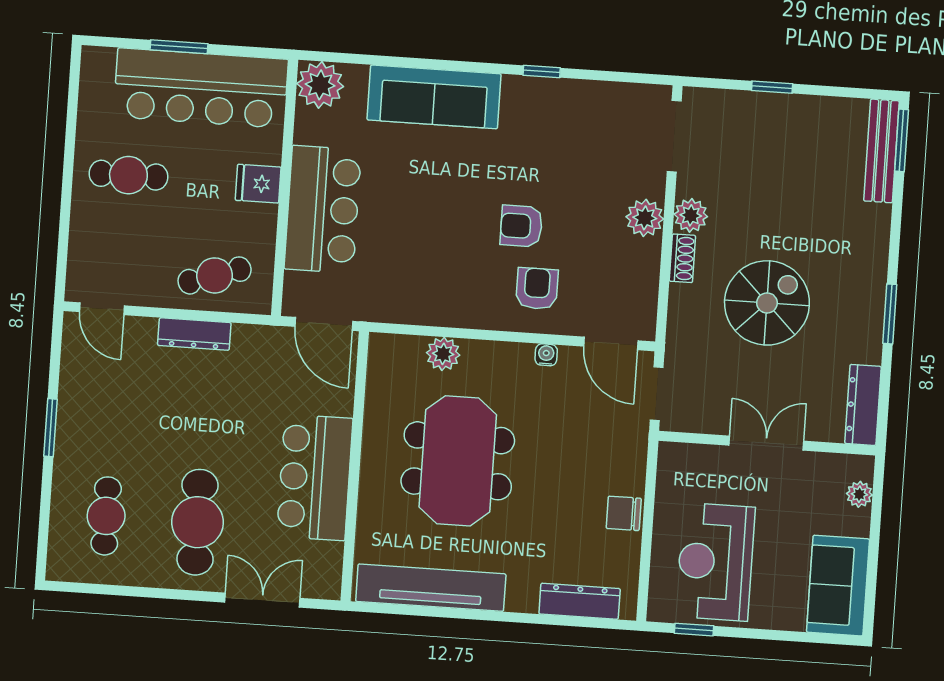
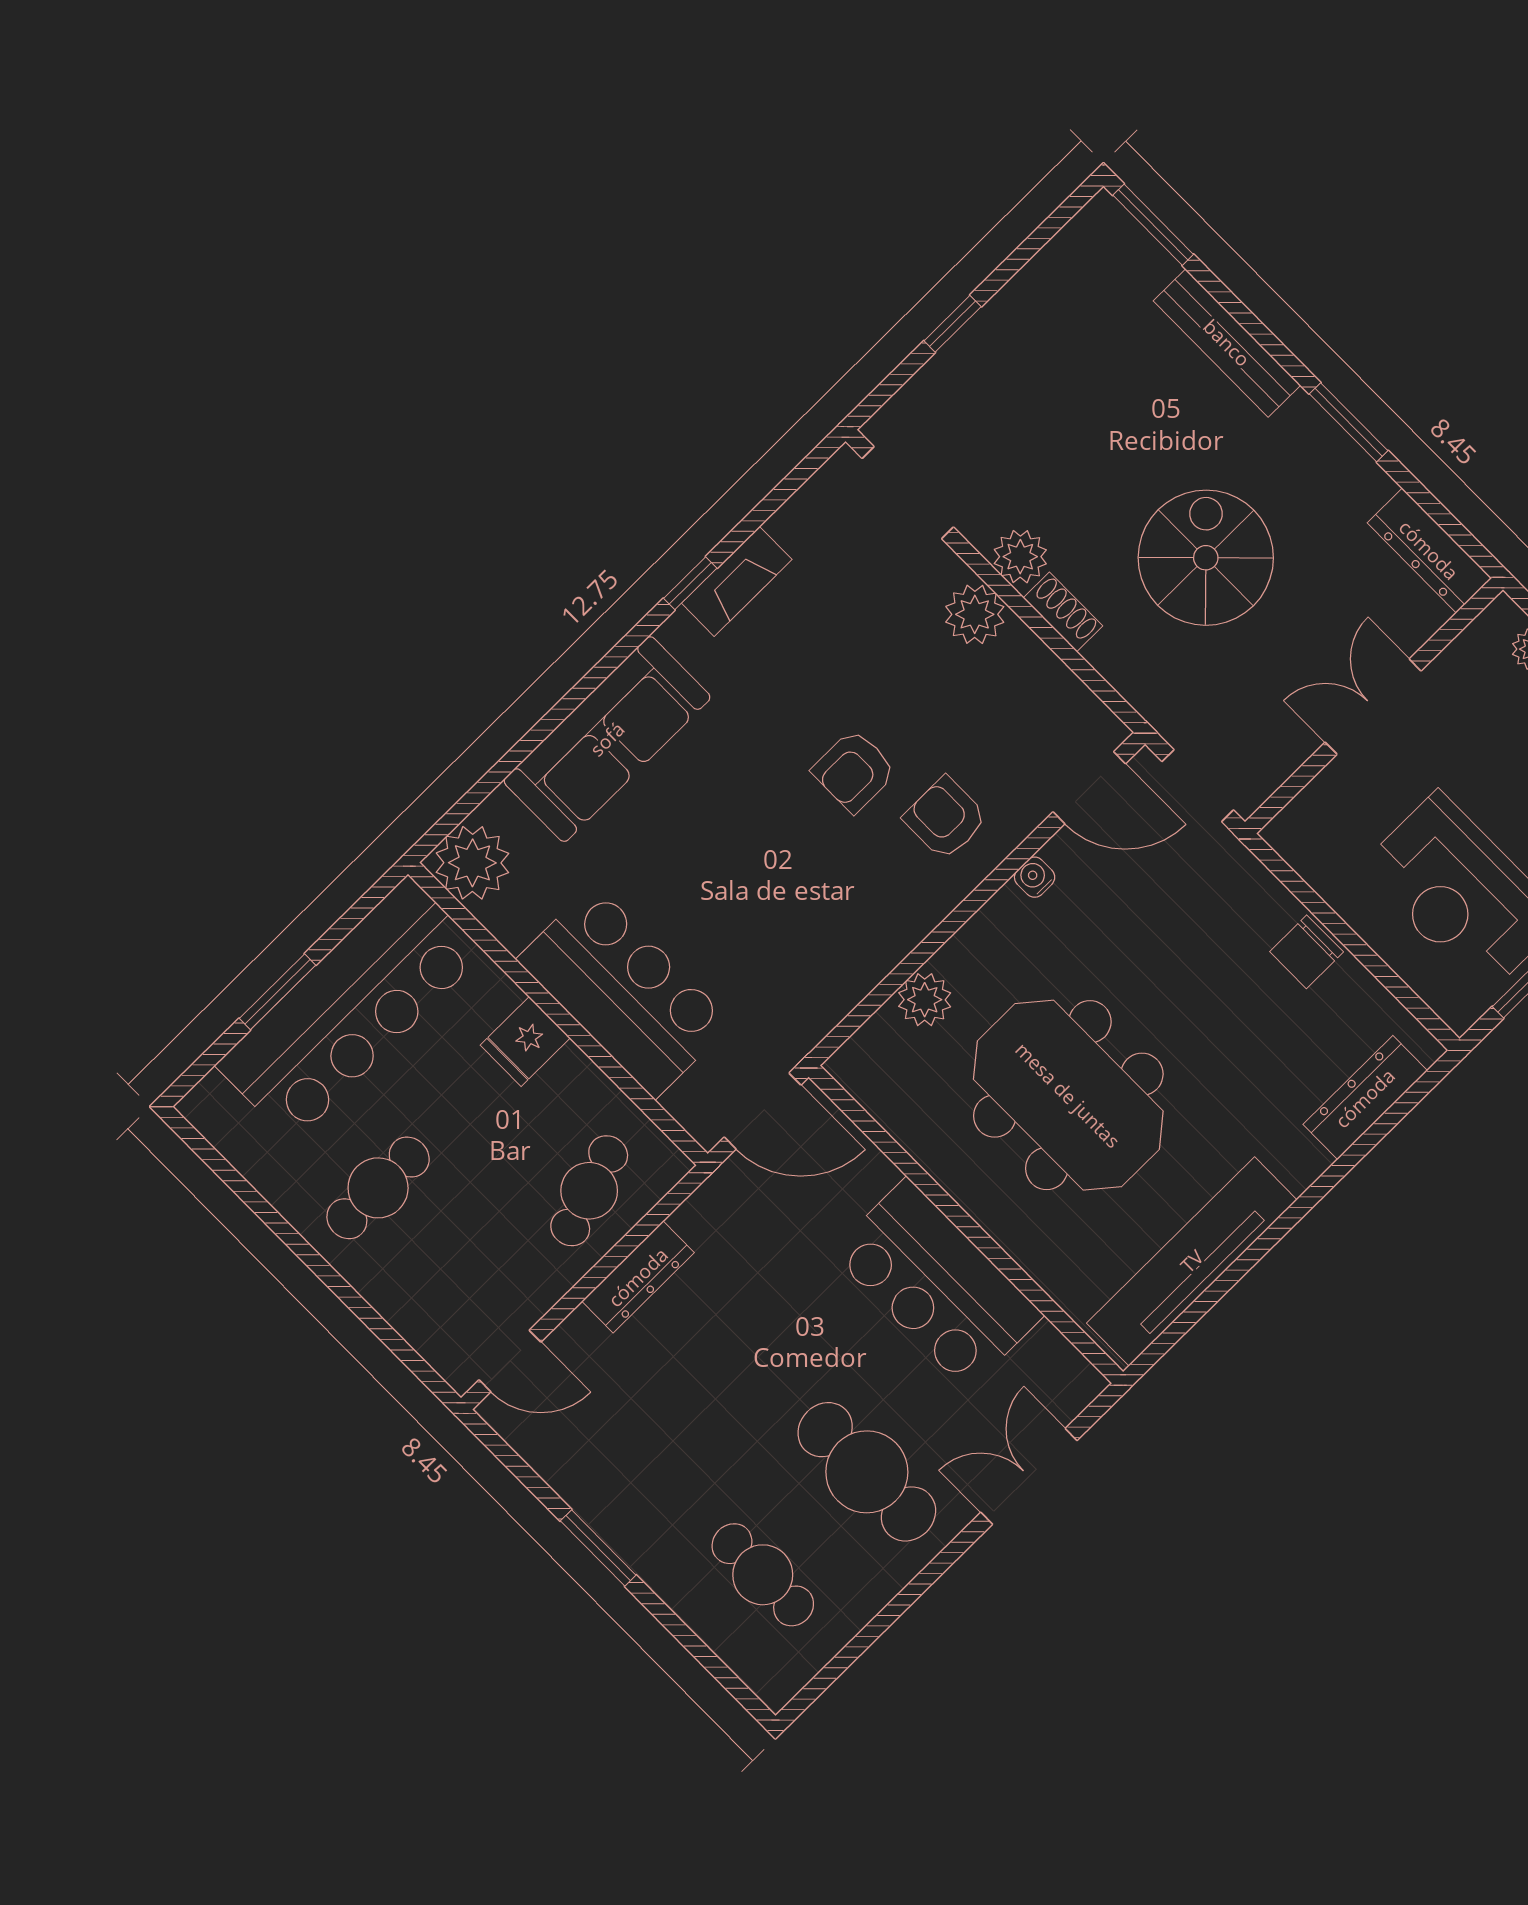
fireplace: (562, 92) -> (737, 581), added
bench: (882, 151) -> (1227, 343), moved

